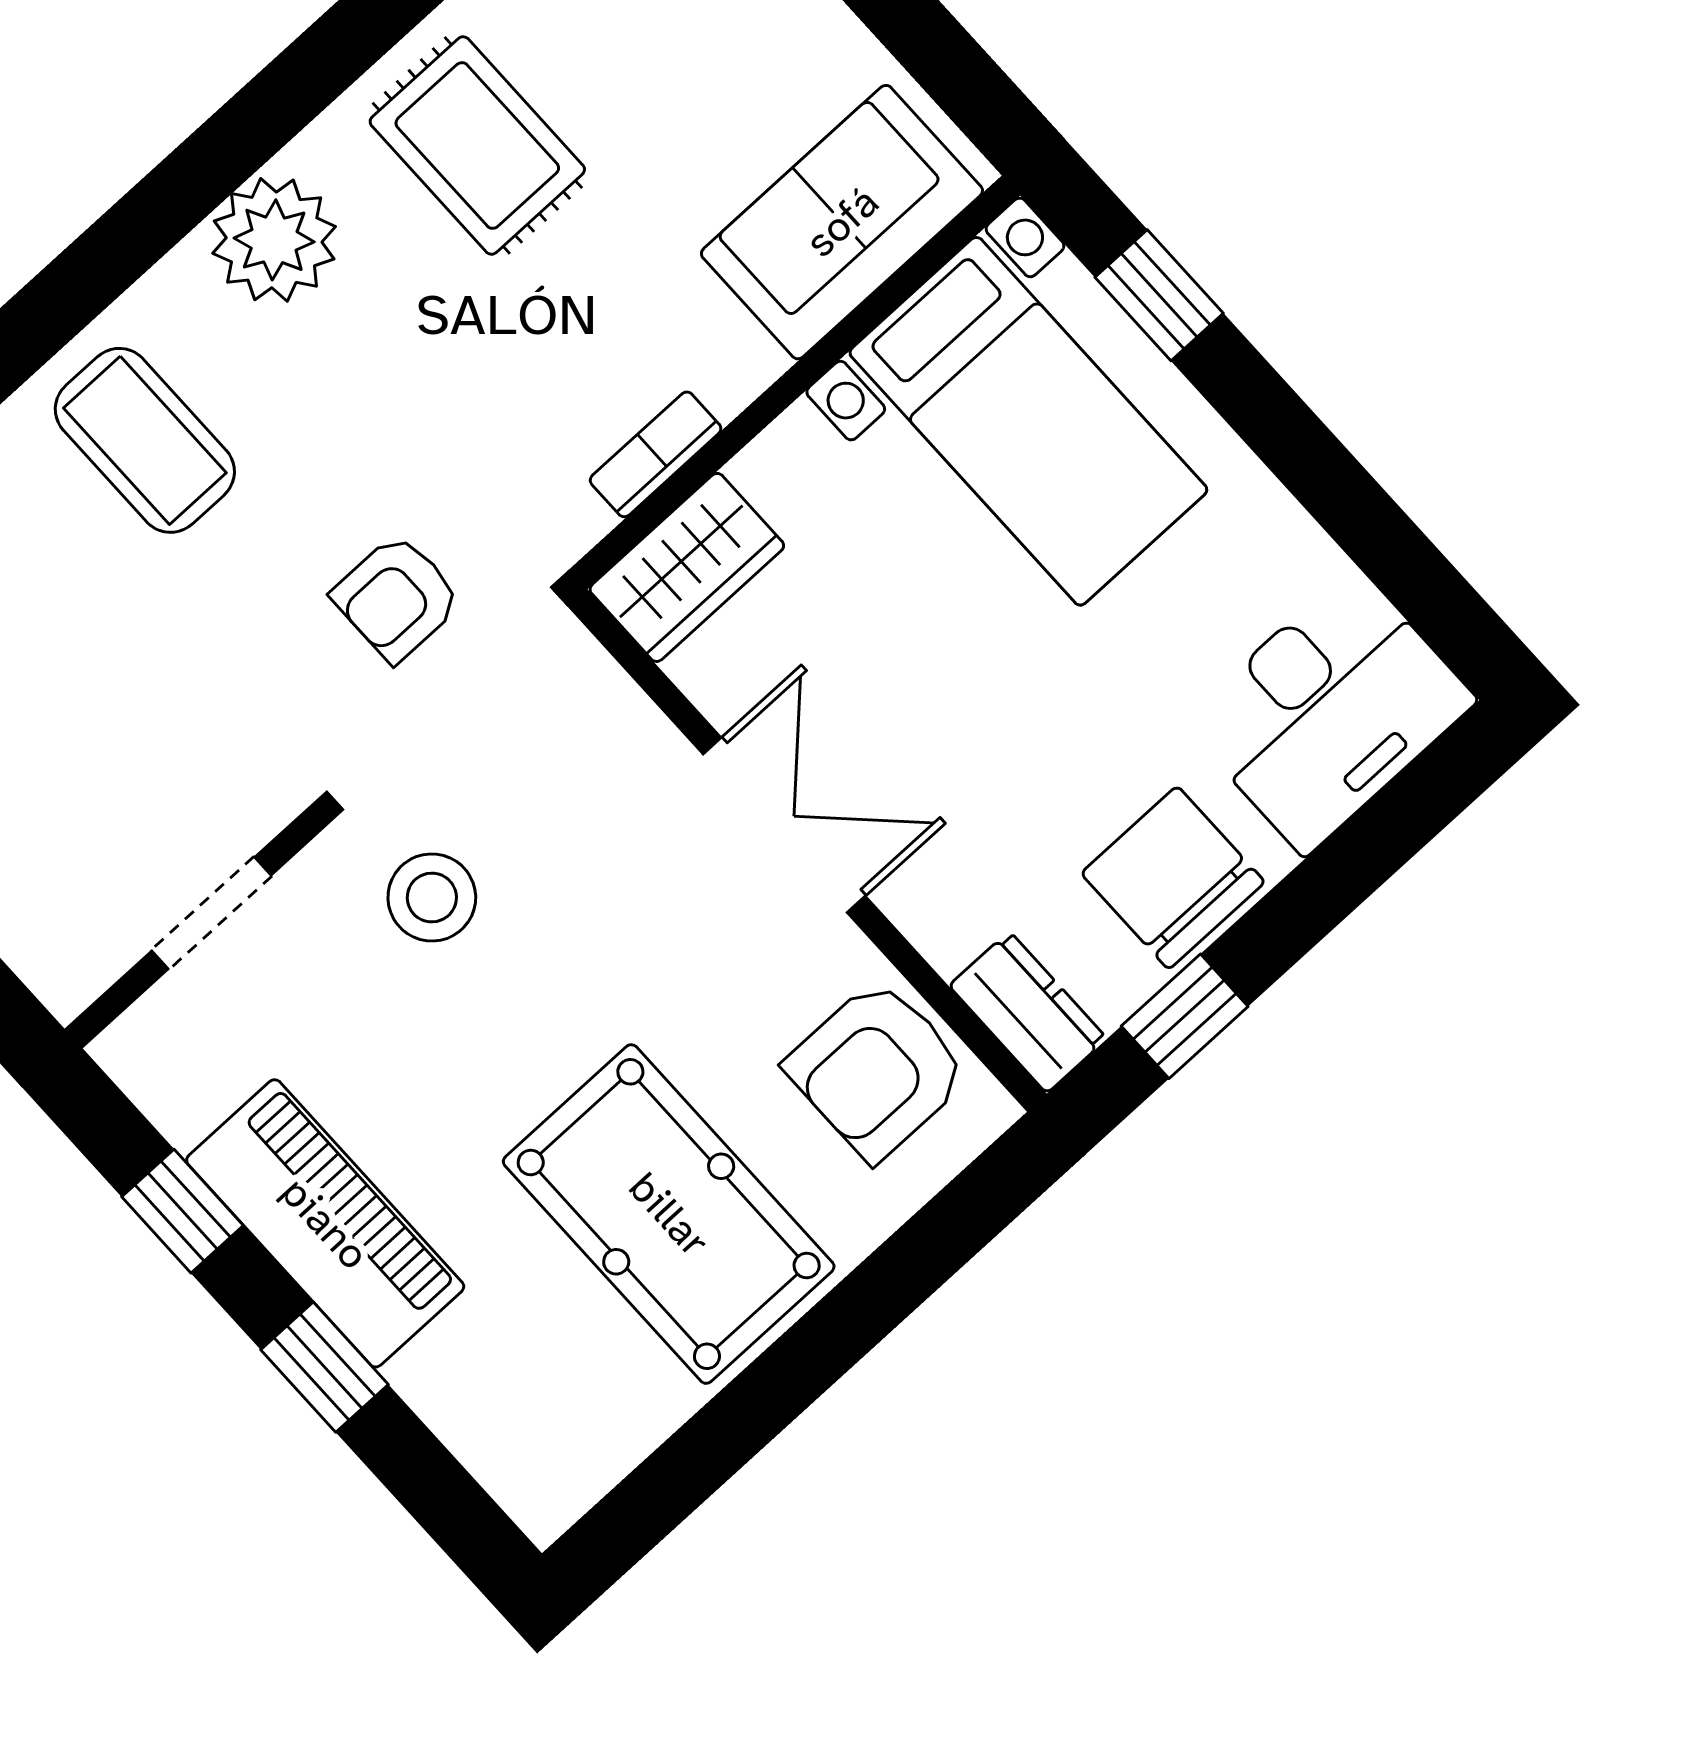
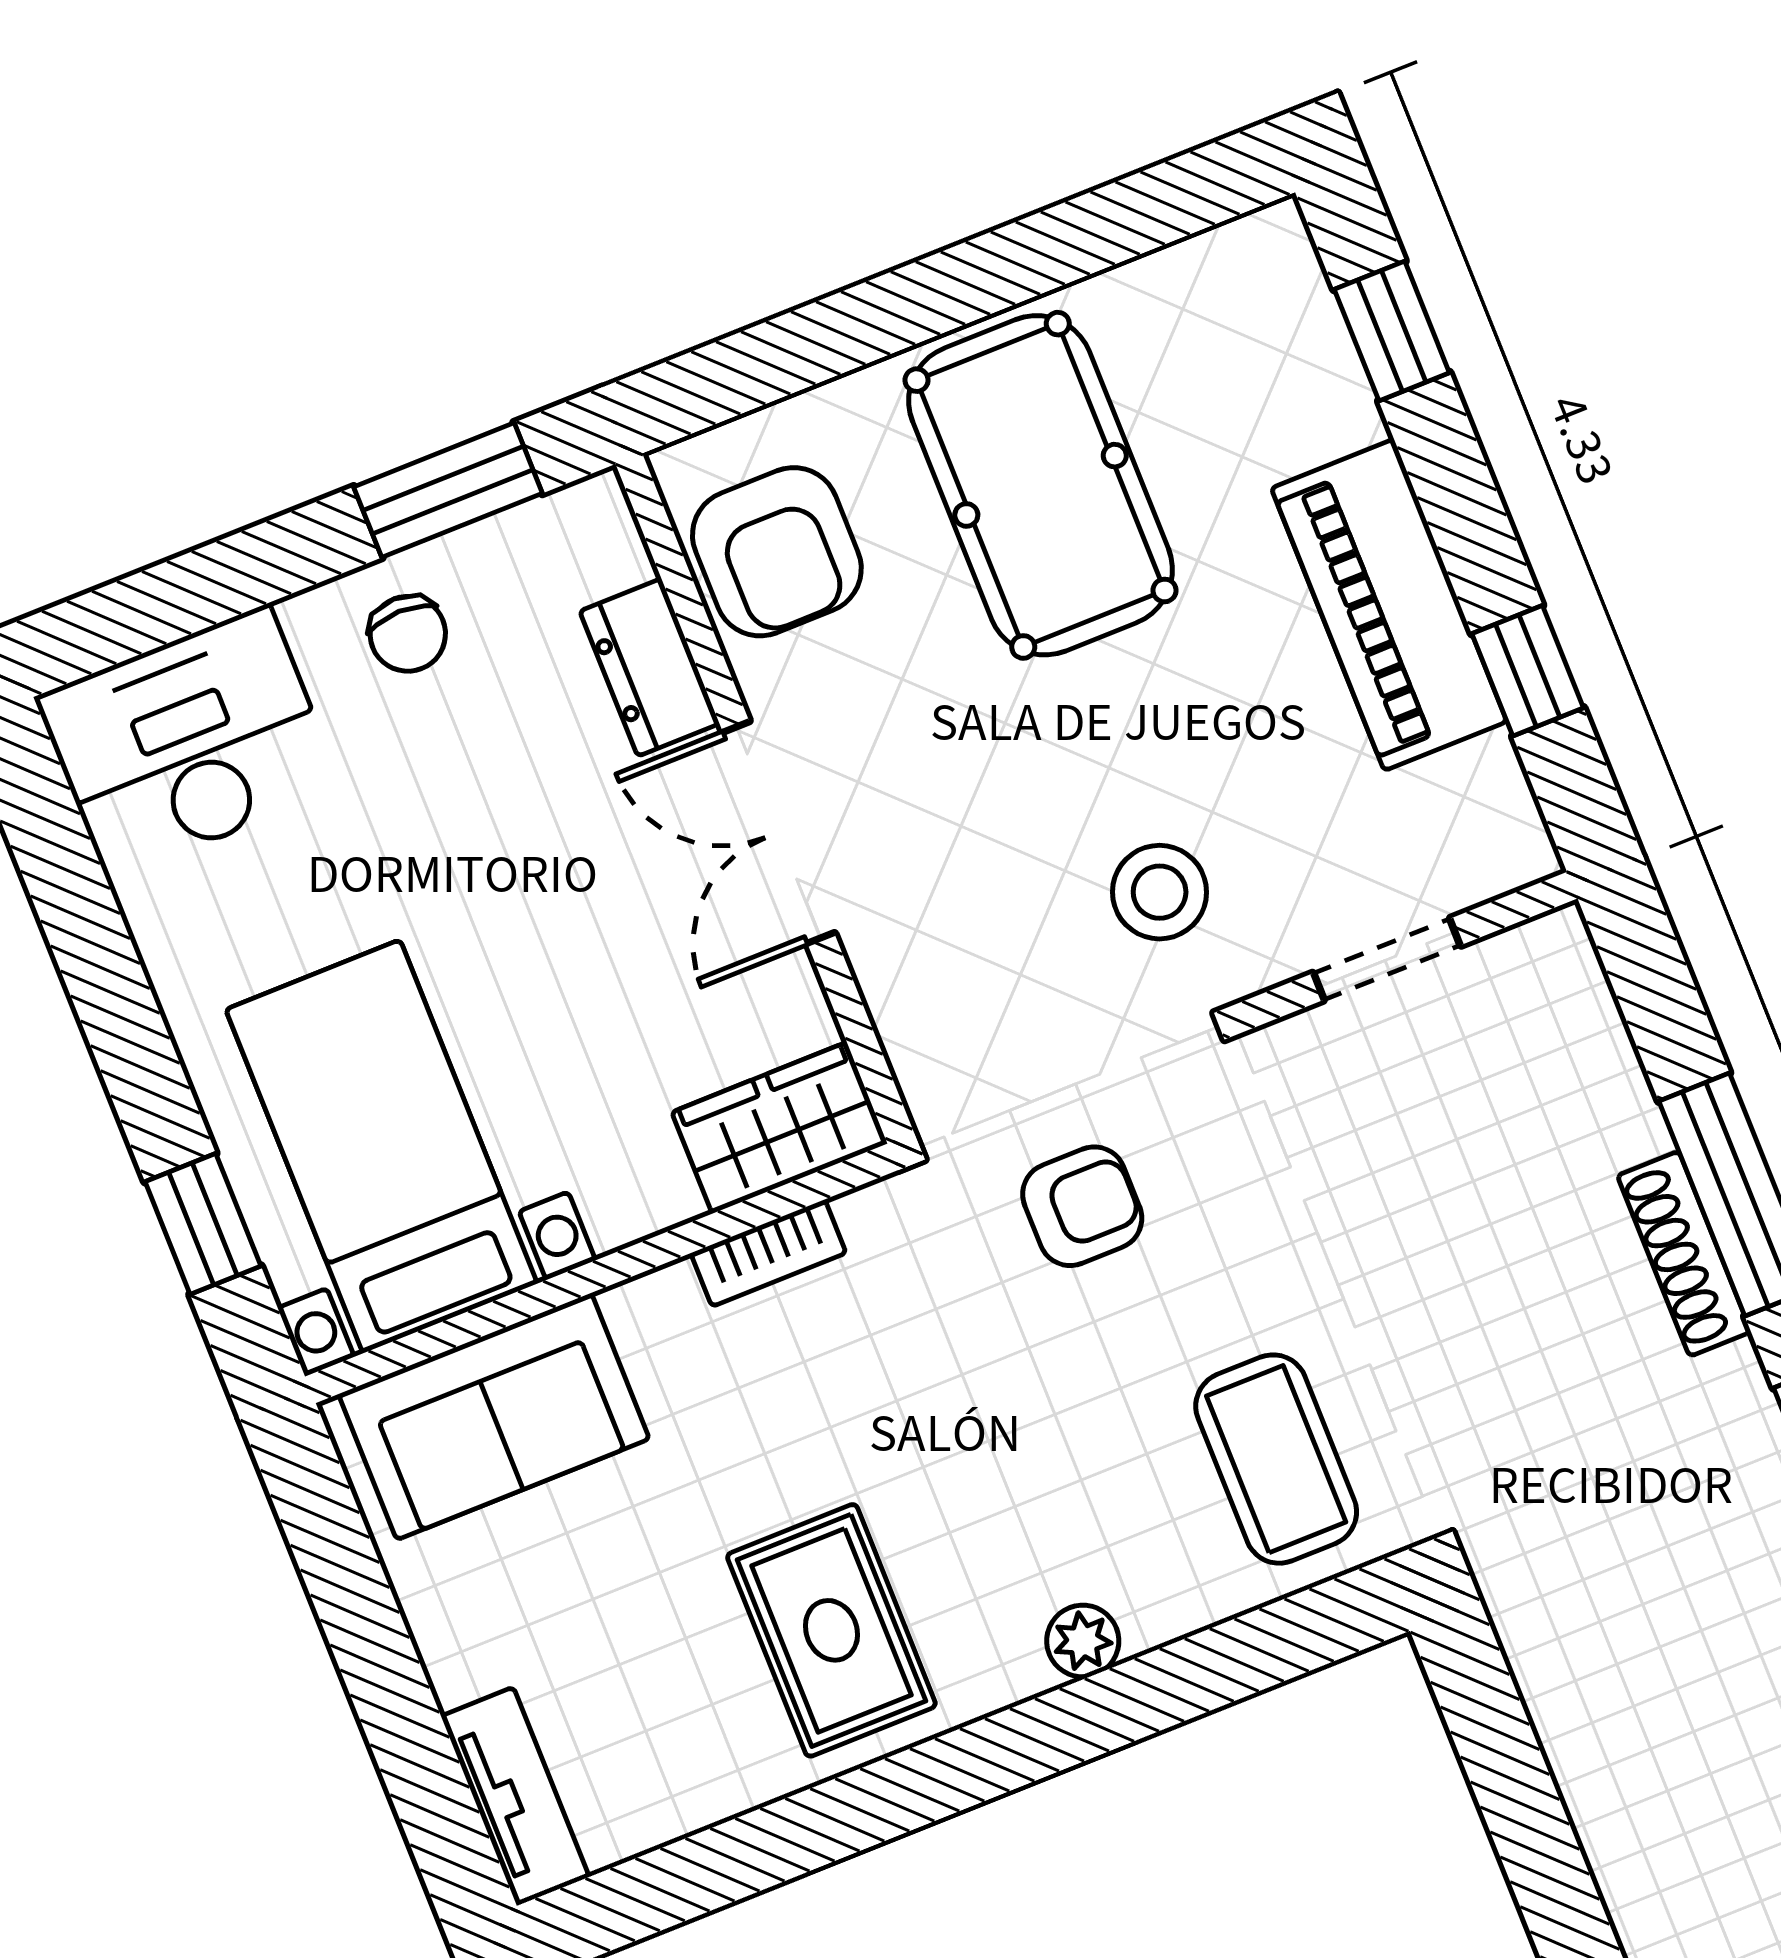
plant: (274, 240) -> (1083, 1641), width x0.53, depth x0.53
chair: (1173, 878) -> (408, 634), width x0.54, depth x0.54
dresser: (1028, 1012) -> (650, 667), moved
window: (1185, 1016) -> (448, 490), width x1.50
armchair: (877, 1070) -> (777, 552), turned 90
window: (325, 1367) -> (1392, 331), moved

